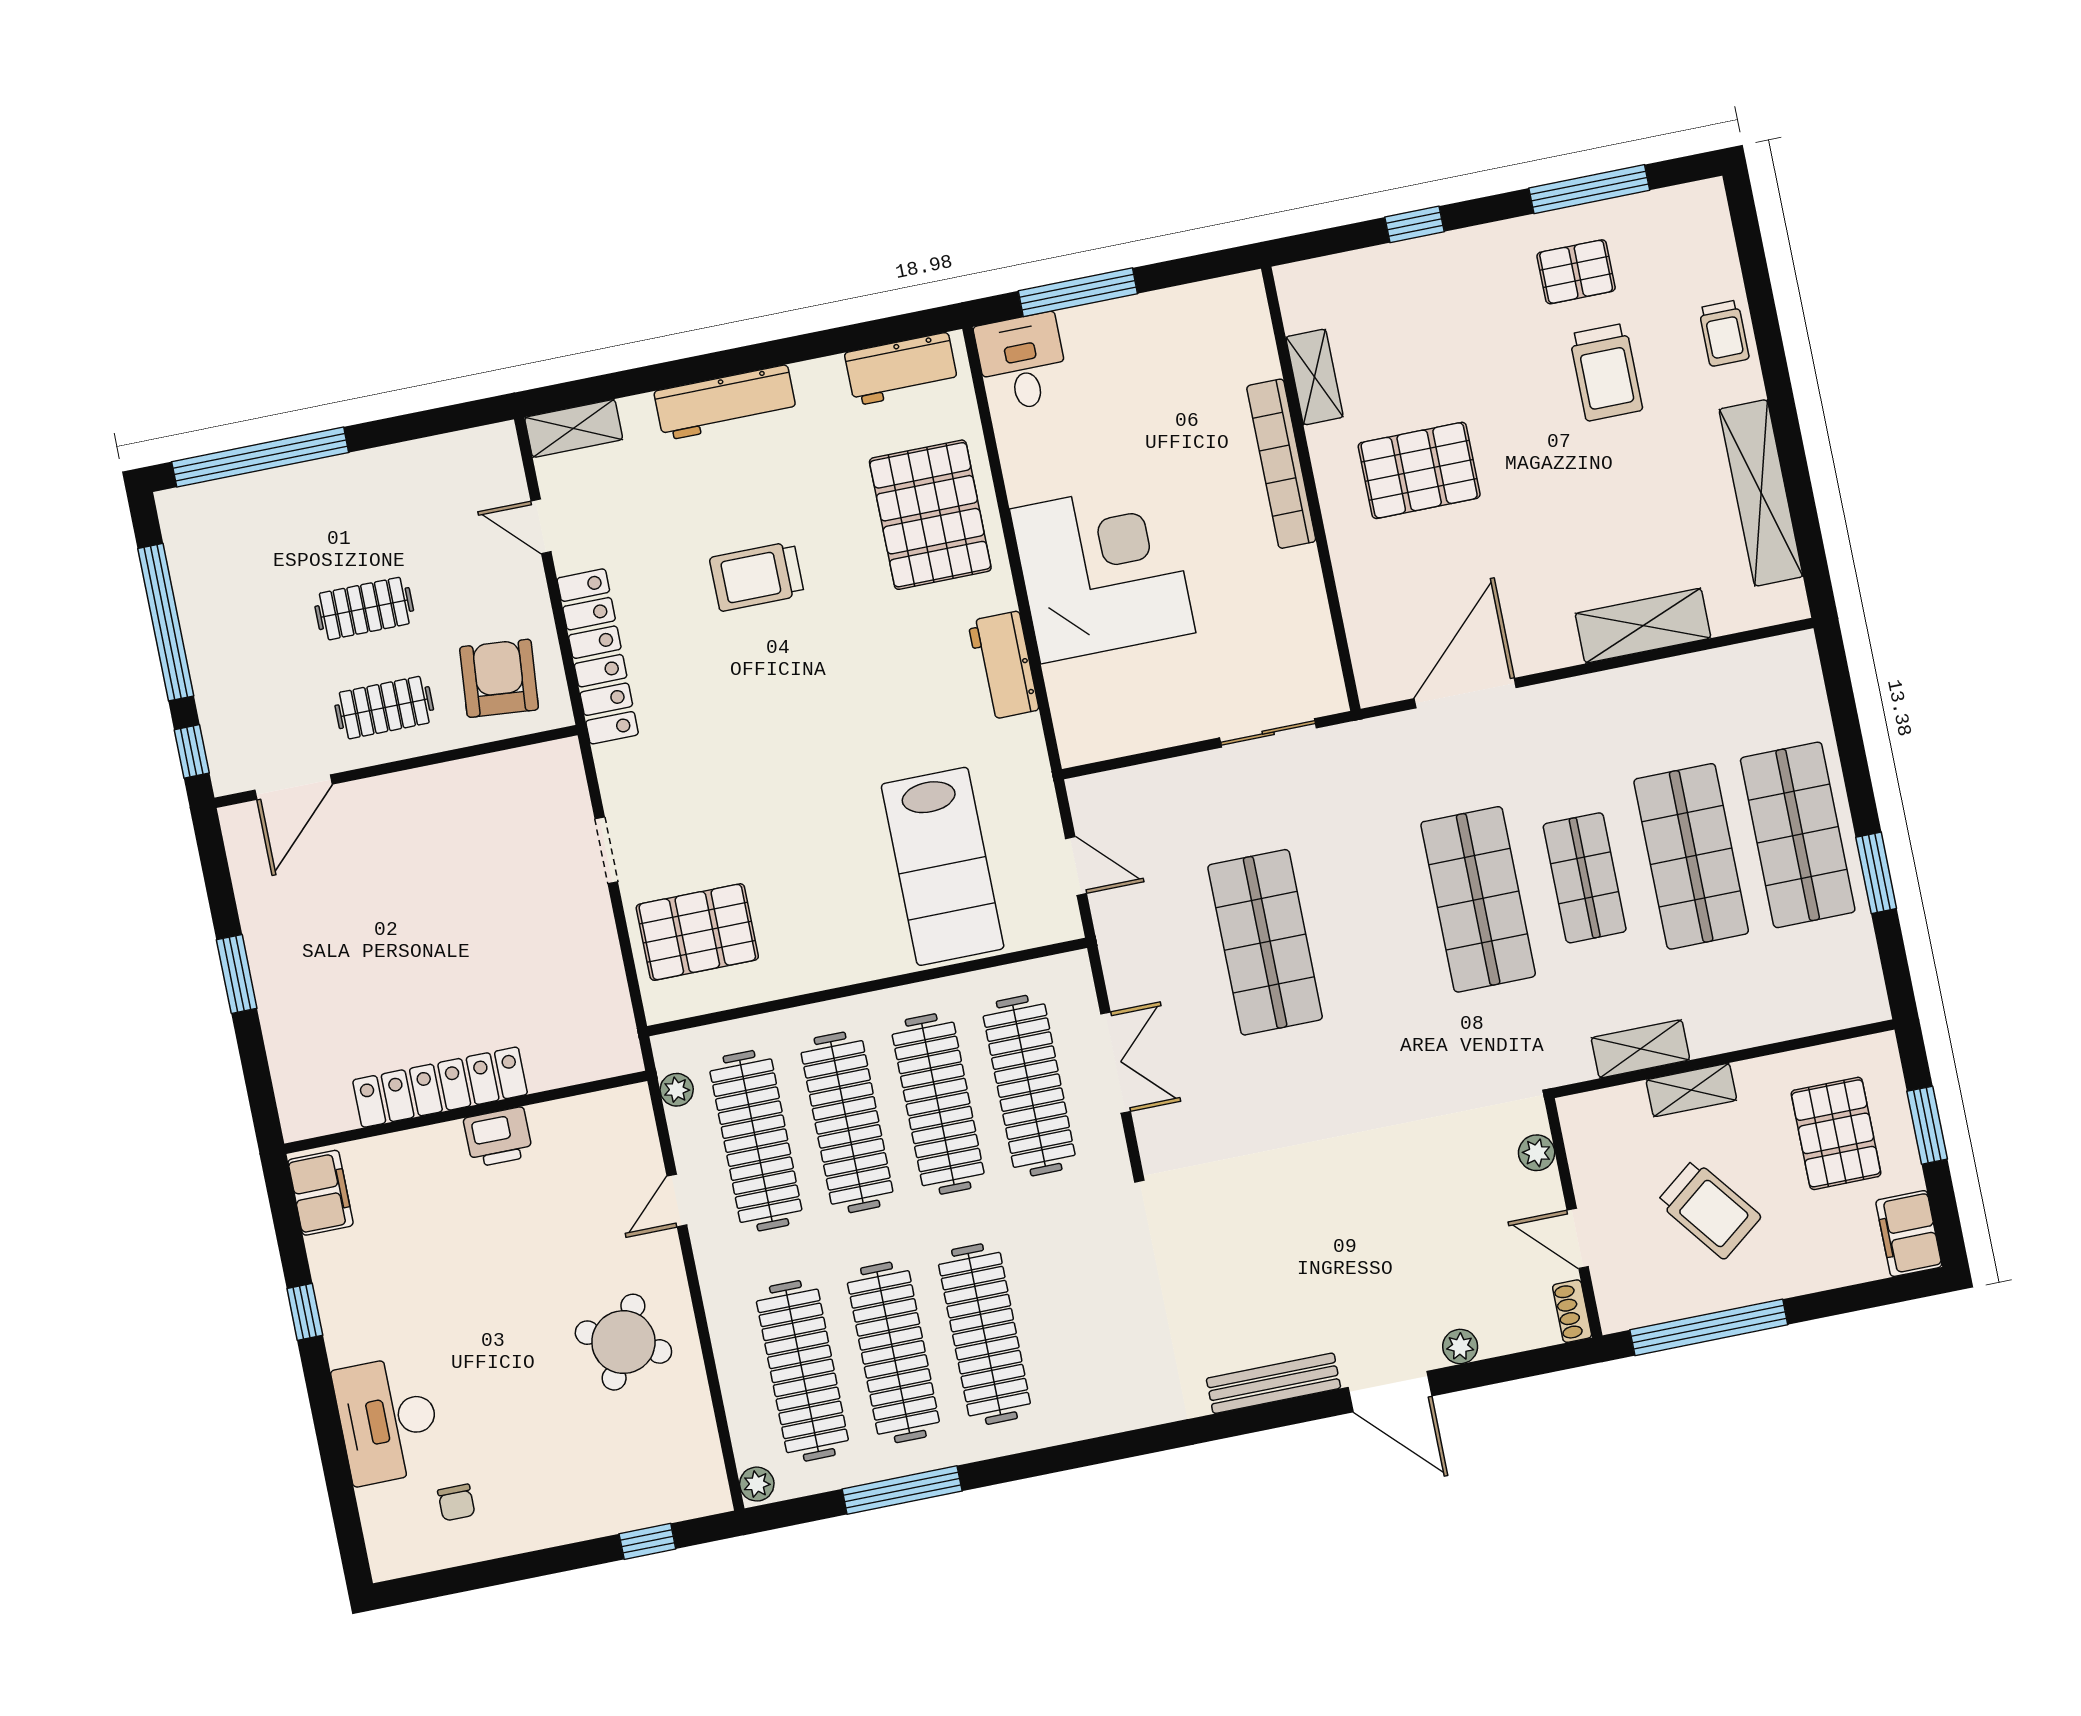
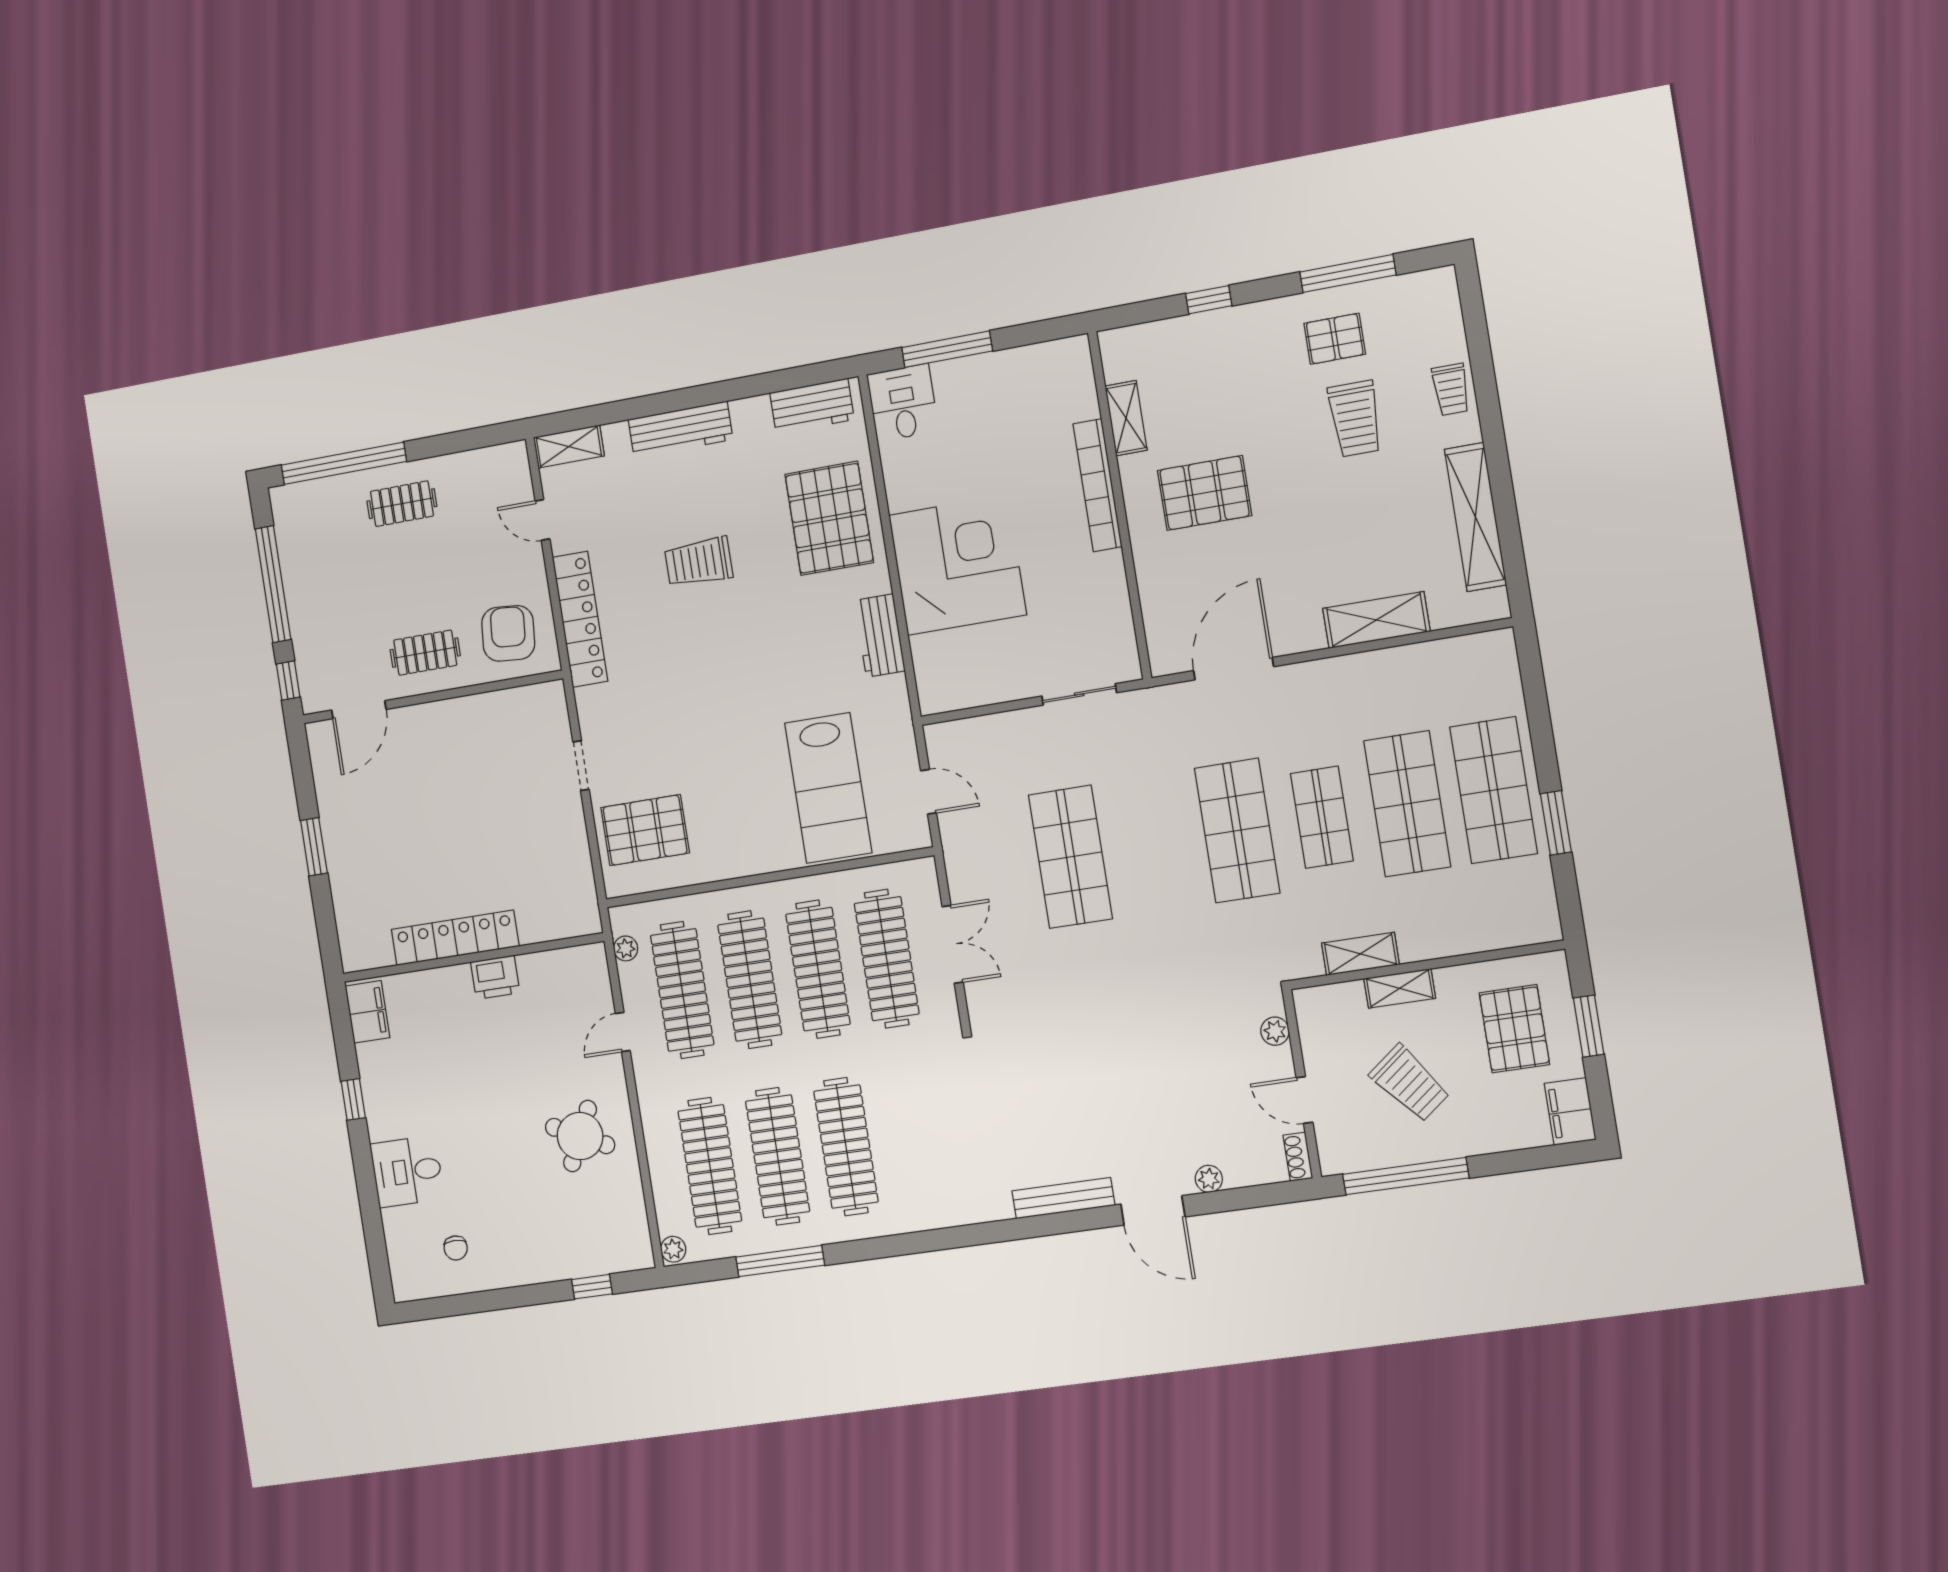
clothes rail: (364, 609) -> (402, 504), moved
desk: (388, 1420) -> (407, 1171), width x0.73

